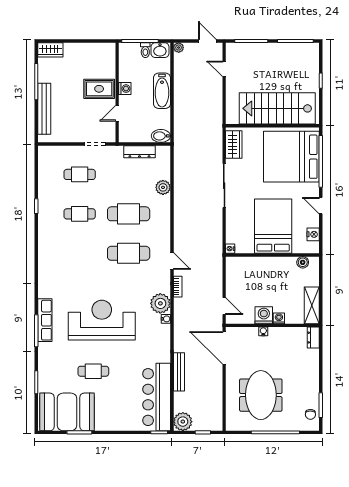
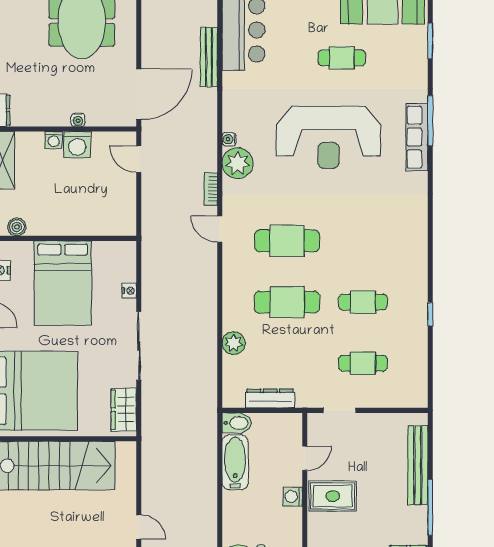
bathtub: (162, 91) -> (235, 462), moved
nightstand: (230, 249) -> (129, 291), moved
door: (224, 348) -> (139, 94), hinge flipped

